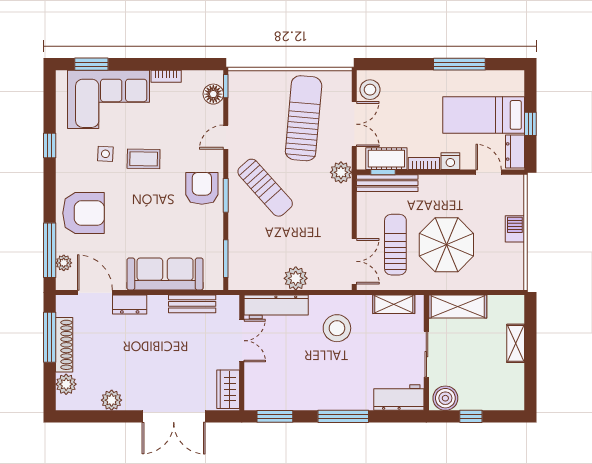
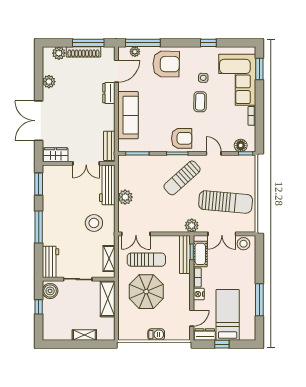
armchair: (83, 213) -> (166, 64), turned -89
bench: (192, 304) -> (109, 146), moved

